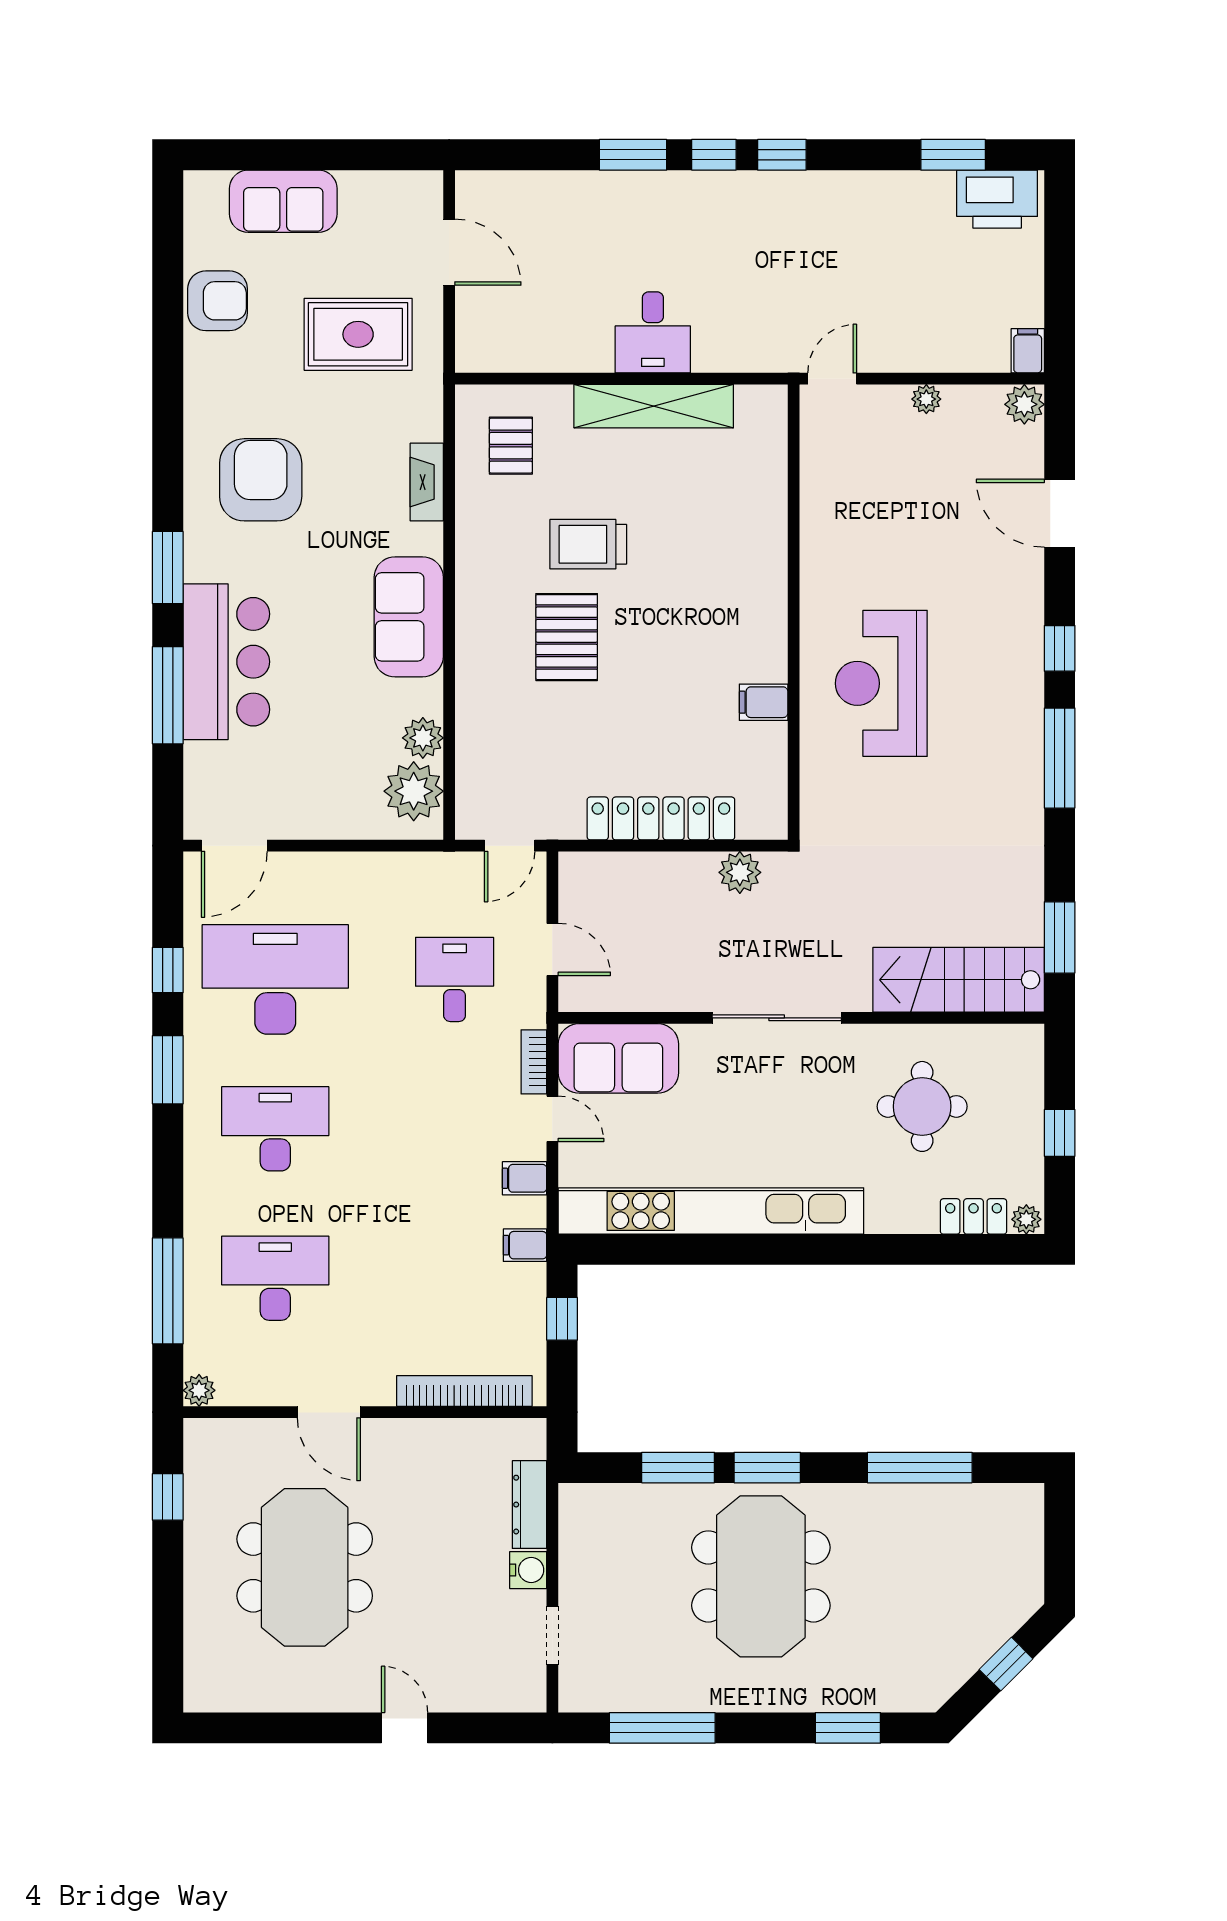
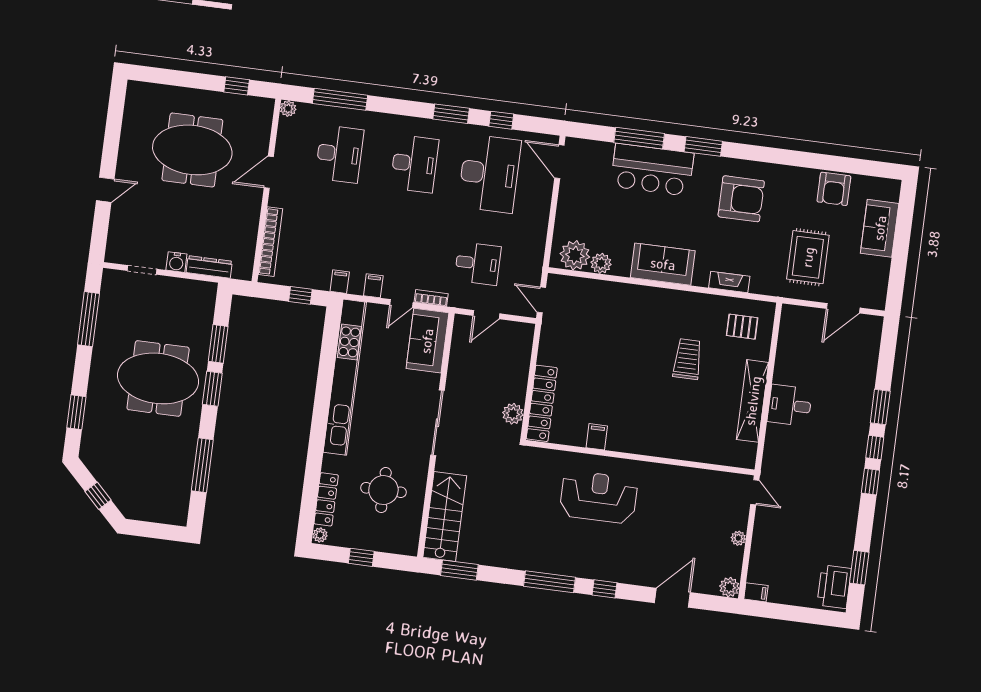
pallet: (567, 637) -> (642, 342), removed
locker: (661, 818) -> (542, 403), moved
locker: (973, 1216) -> (326, 499), width x1.53

